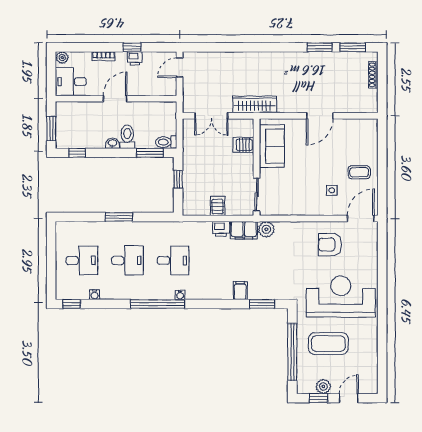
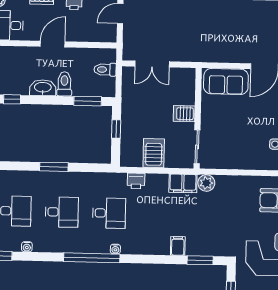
wardrobe: (255, 104) -> (197, 53), removed
toilet: (166, 142) -> (105, 70), moved
washbasin: (112, 143) -> (43, 88), width x1.91, depth x1.45
server rack: (243, 145) -> (184, 114), moved
sofa: (272, 146) -> (226, 81), moved, turned 90
server rack: (218, 206) -> (154, 153), width x1.36, depth x1.44
printer: (221, 229) -> (136, 181), moved

